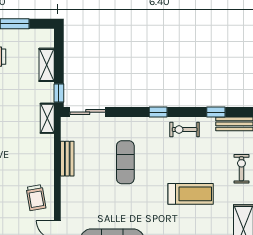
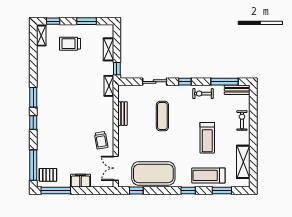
sliding door: (88, 112) -> (155, 82), moved
window: (216, 112) -> (224, 82), width x2.17
treadmill: (191, 194) -> (207, 138), turned 90

